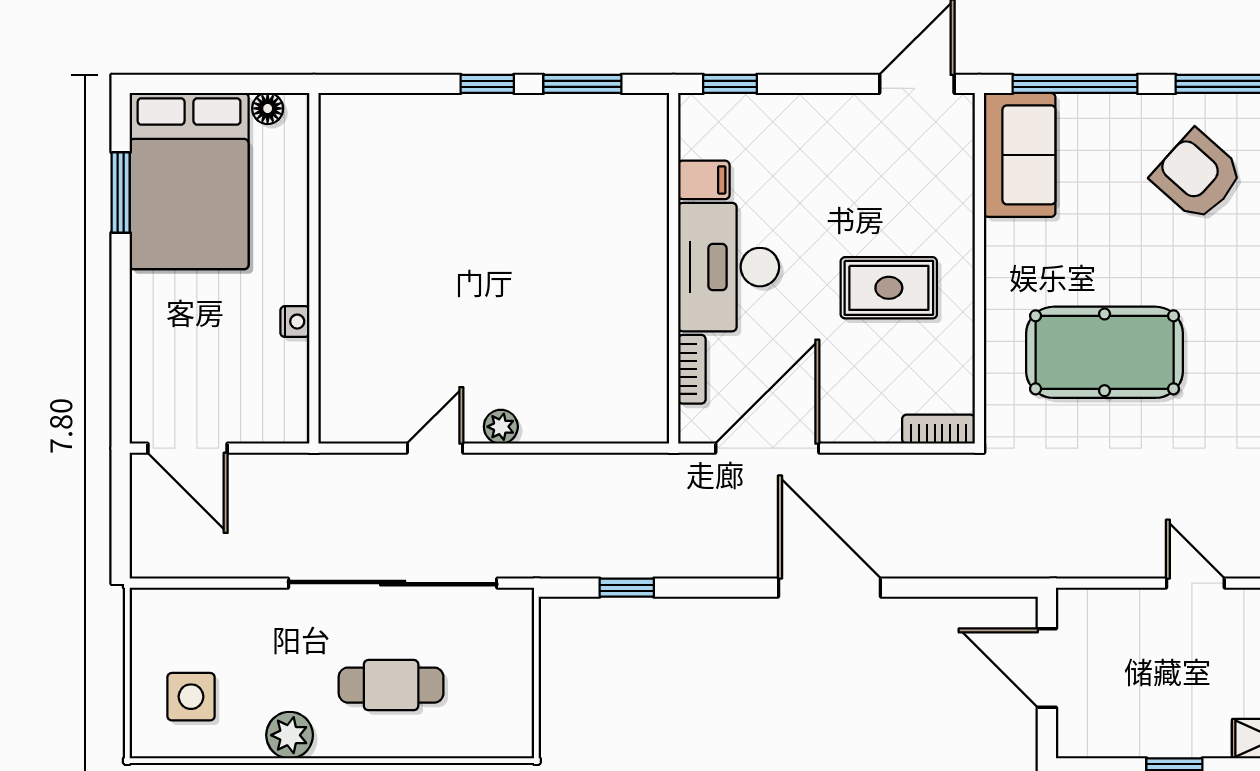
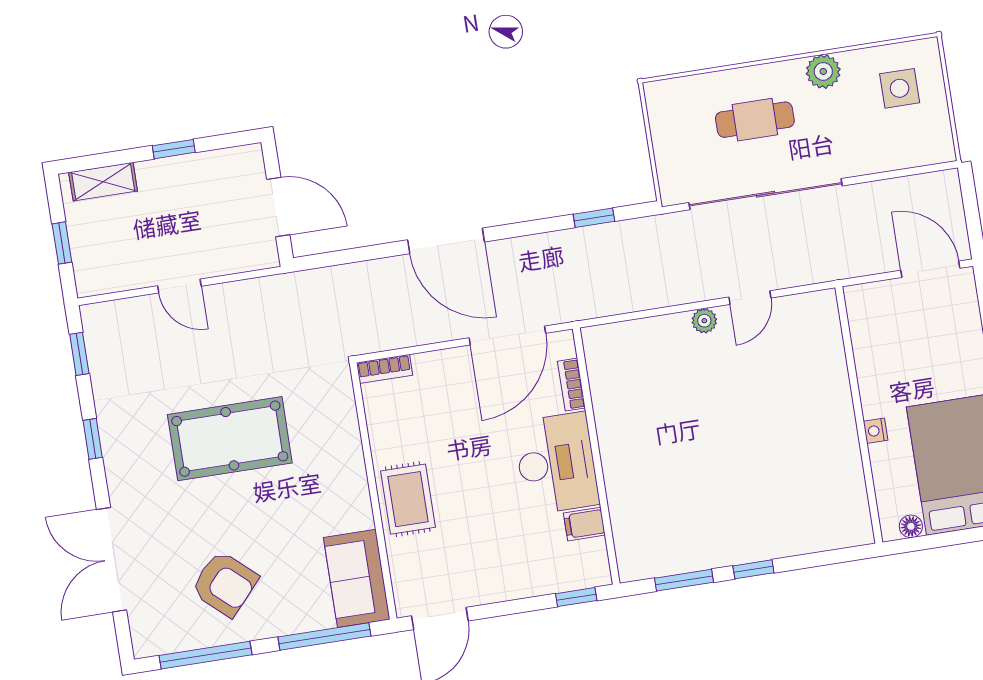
rug: (889, 288) -> (408, 499), moved, turned 90
nightstand: (295, 322) -> (876, 431), moved
pool table: (1105, 352) -> (230, 439), moved

